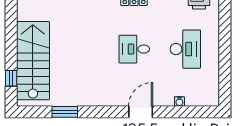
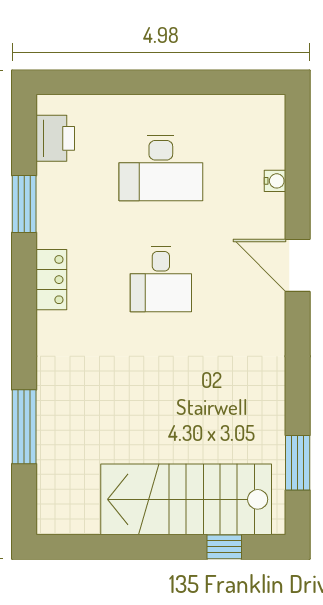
desk: (185, 49) -> (161, 168), turned 180
window: (65, 112) -> (298, 463), moved

